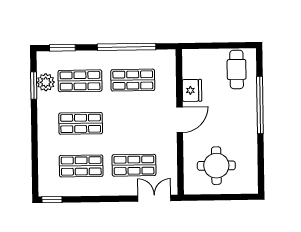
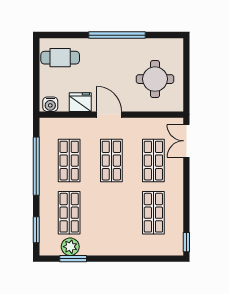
water cooler: (189, 60) -> (50, 104), added
window: (260, 105) -> (117, 35), moved
shop shelf: (81, 123) -> (111, 161), moved

